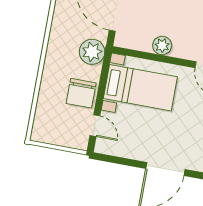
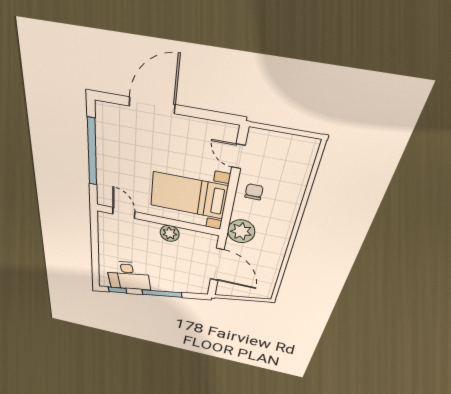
chair: (81, 93) -> (254, 192), width x0.54, depth x0.54

